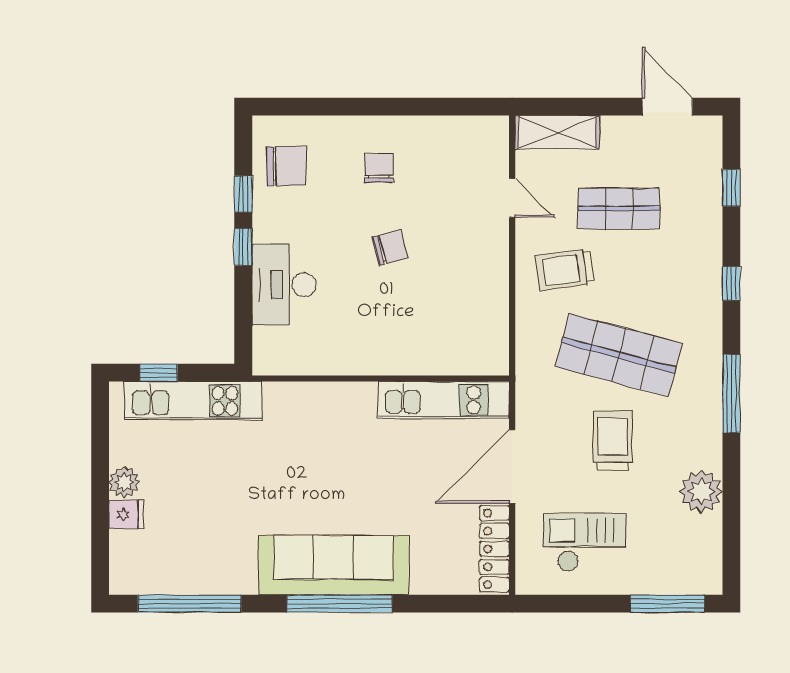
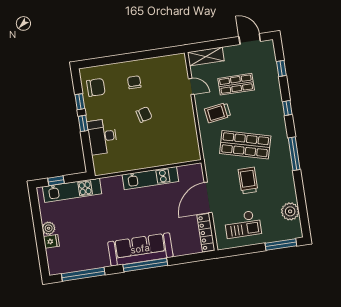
kitchen unit: (444, 400) -> (150, 178), moved
plant: (701, 492) -> (290, 211), moved
checkout: (584, 542) -> (243, 224), turned 180

